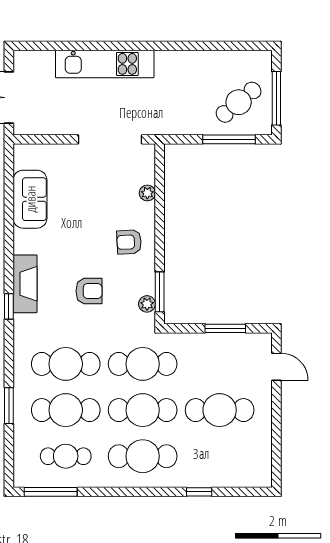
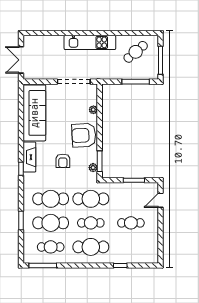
kitchen unit: (105, 64) -> (90, 42), moved
cafe table: (239, 102) -> (136, 52), moved
sofa: (30, 199) -> (34, 113), width x1.85, depth x1.27
armchair: (129, 242) -> (84, 135), width x1.88, depth x1.88
armchair: (89, 291) -> (63, 161), turned 90
door: (276, 367) -> (161, 200), swing flipped
cafe table: (143, 410) -> (91, 223), width x0.73, depth x0.74
cafe table: (220, 410) -> (131, 223), width x0.73, depth x0.74

